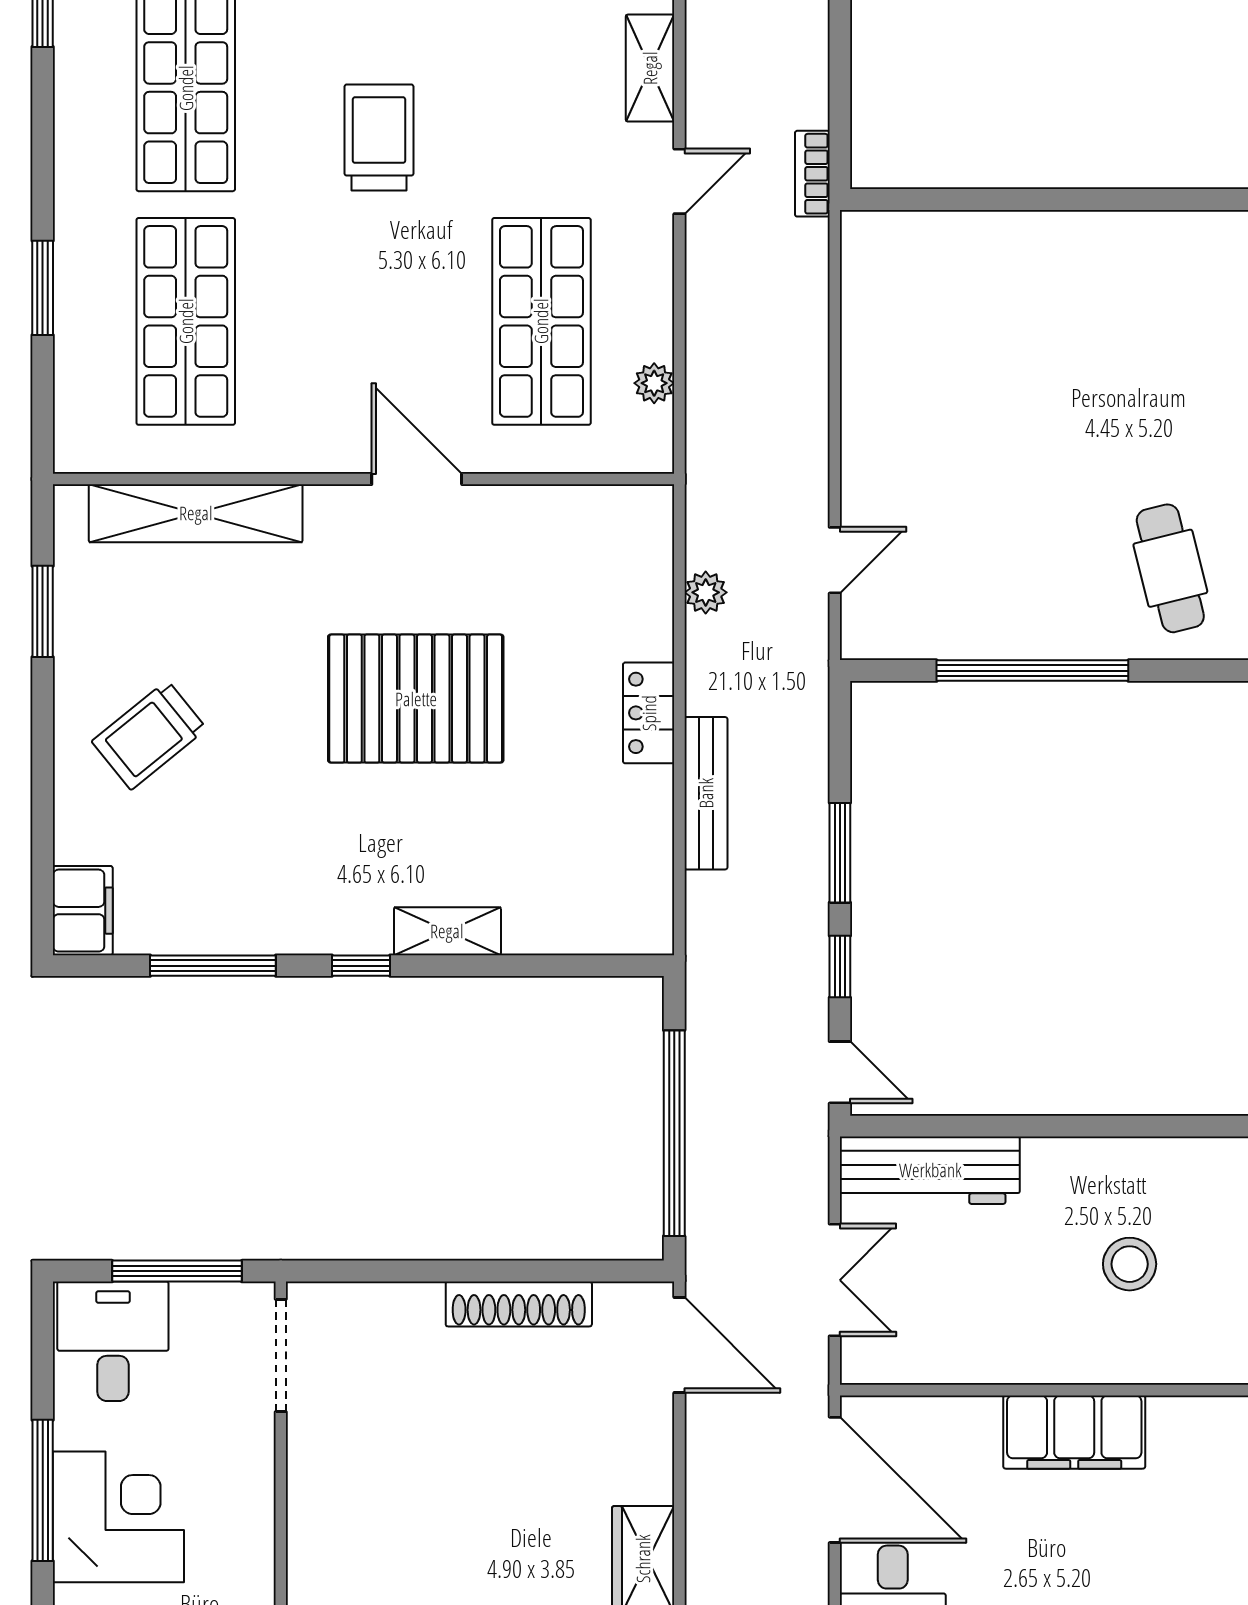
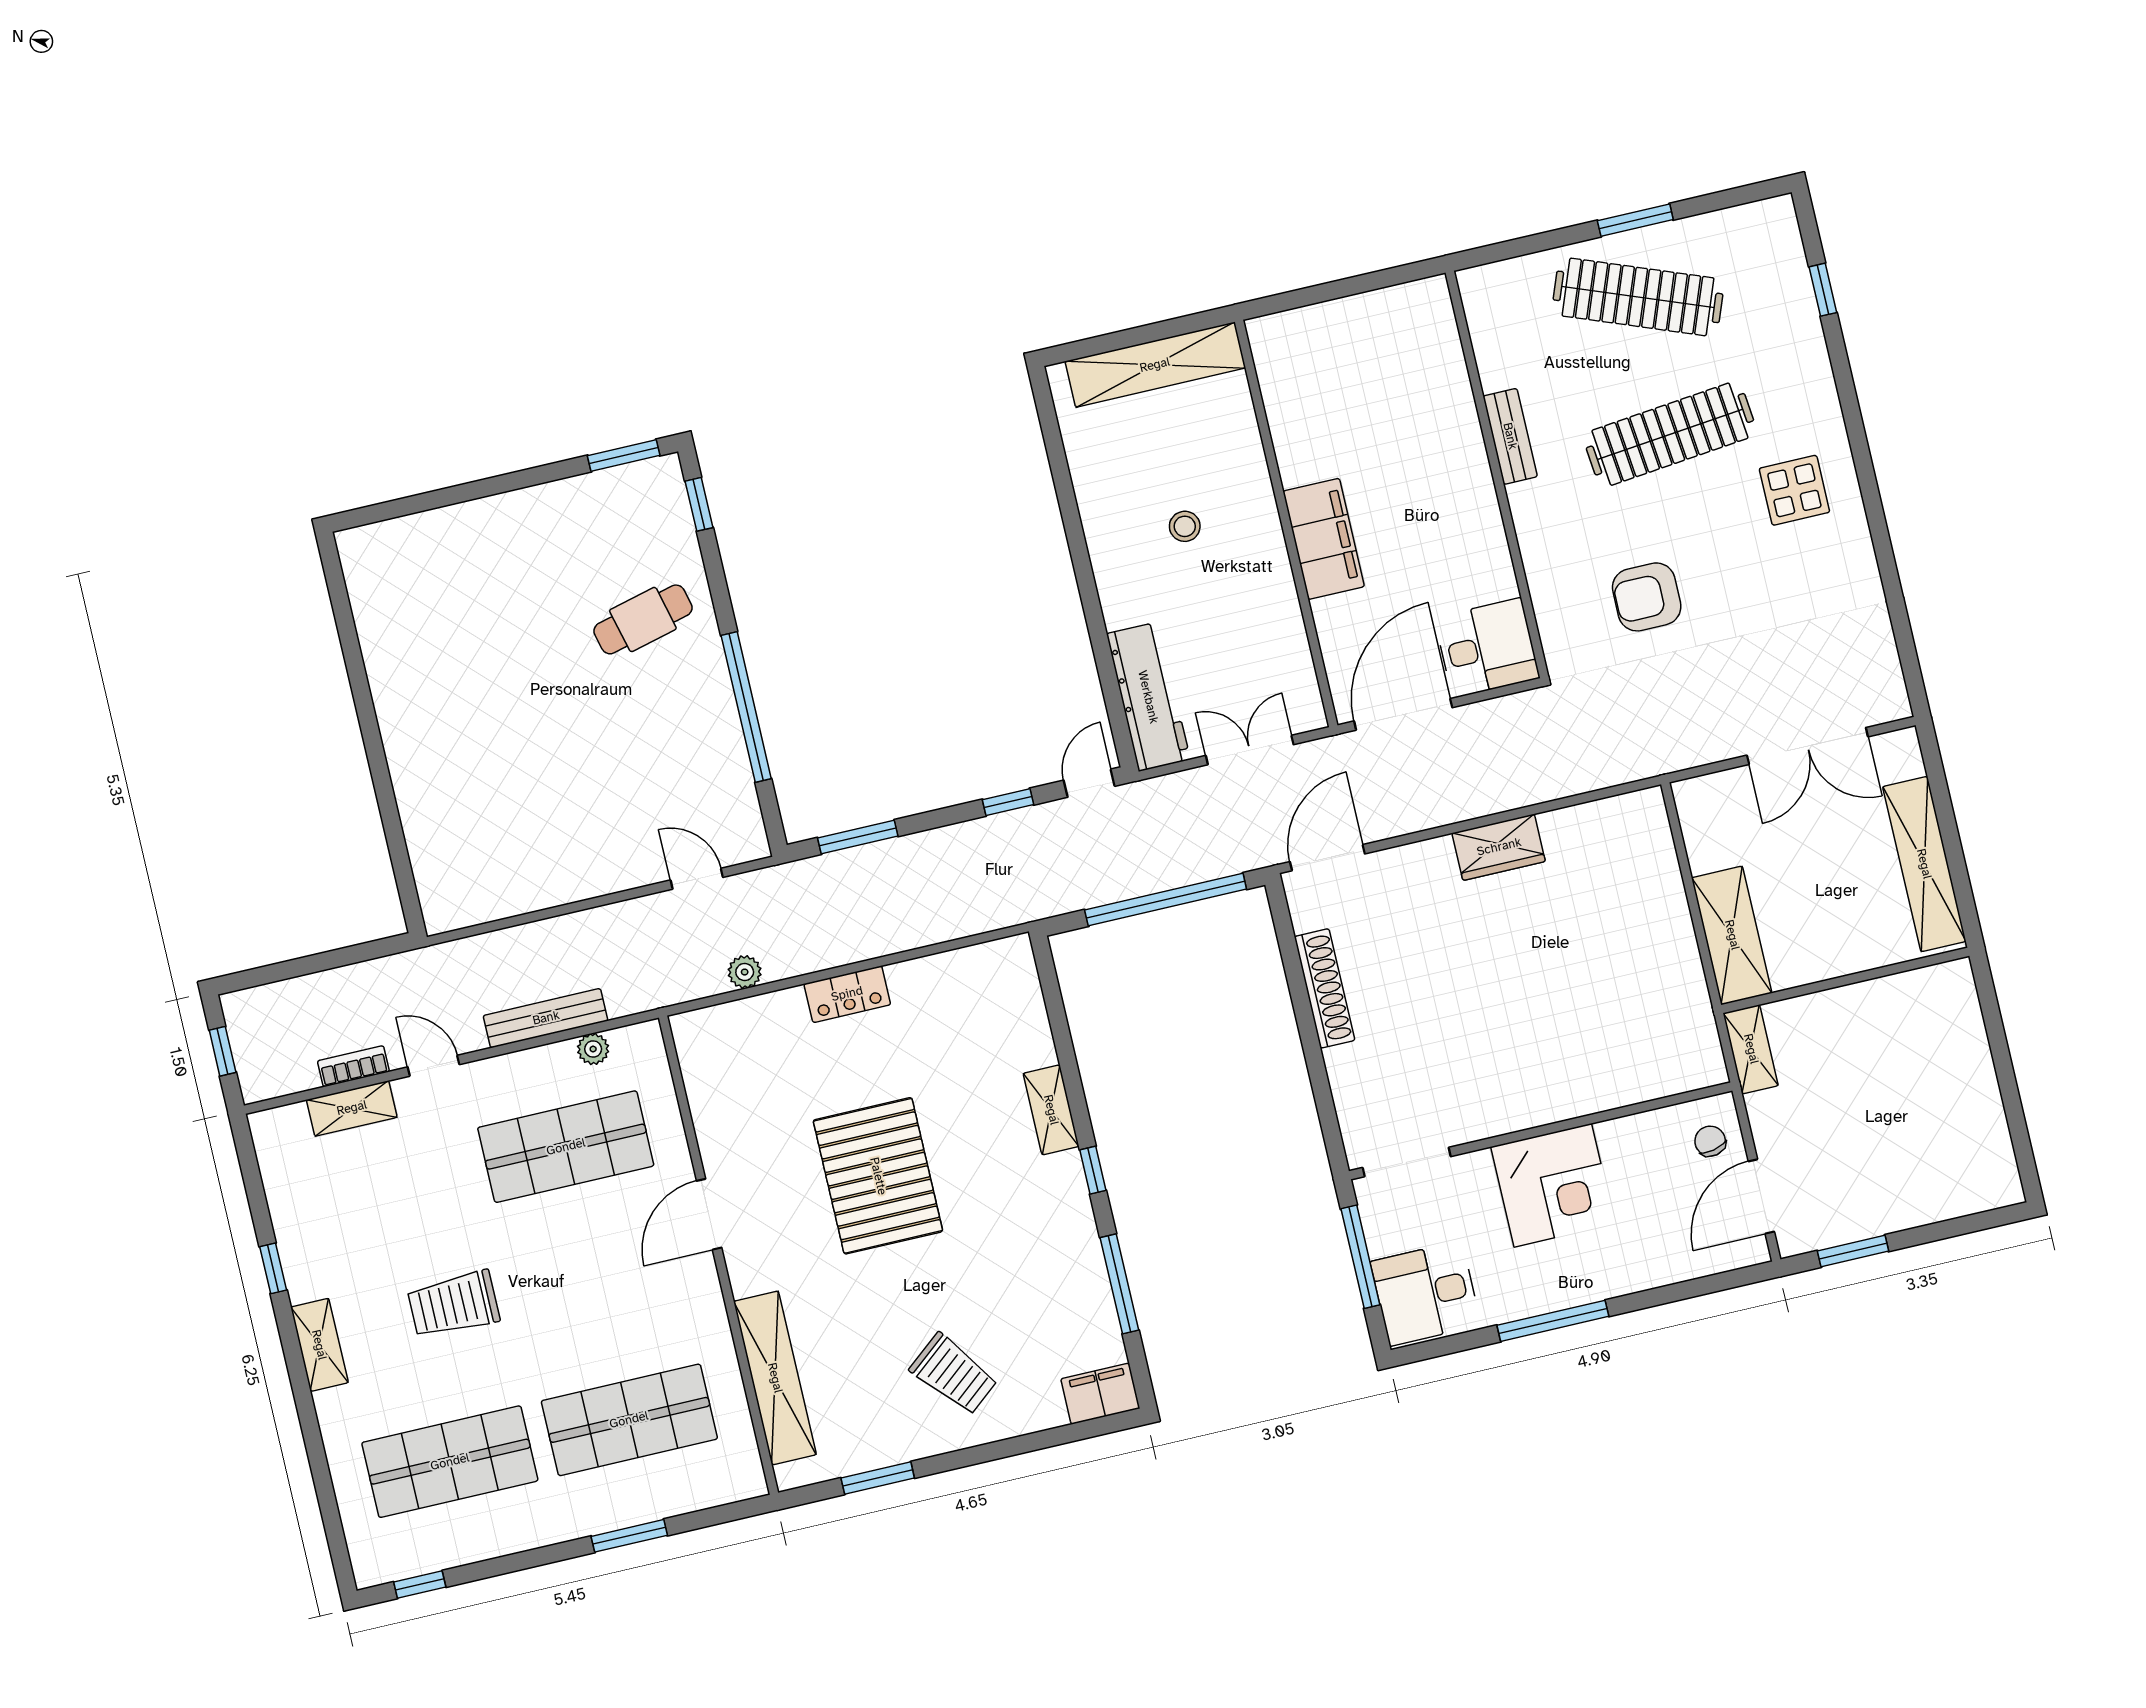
bookcase: (812, 174) -> (353, 1066), moved, turned 180
bench: (706, 793) -> (546, 1018), moved
window: (840, 853) -> (858, 837), moved
stool: (1130, 1264) -> (1185, 526), width x0.73, depth x0.73
corner desk: (118, 1517) -> (1553, 1185), moved, turned 180

